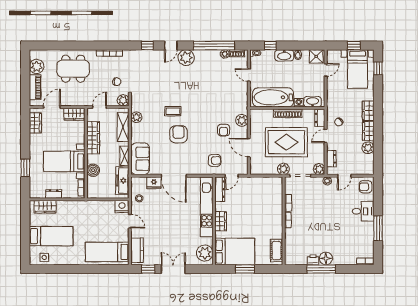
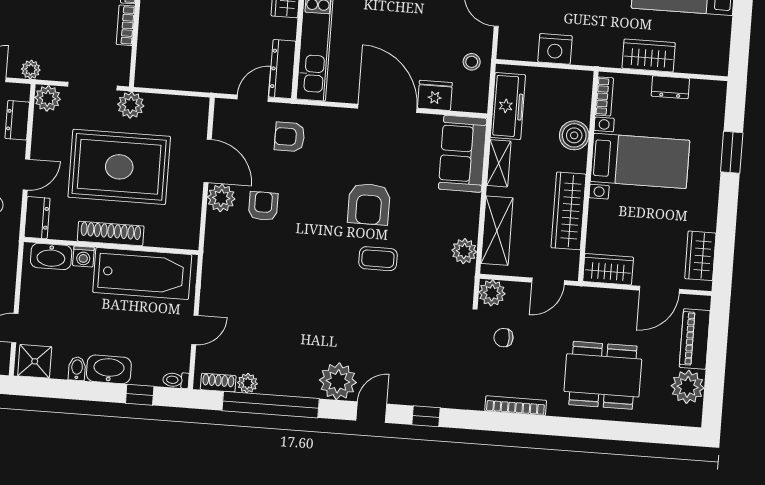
door: (249, 75) -> (195, 330), hinge flipped
plant: (242, 120) -> (221, 198), moved
wardrobe: (45, 207) -> (649, 55), moved
nightstand: (122, 207) -> (555, 49), moved

